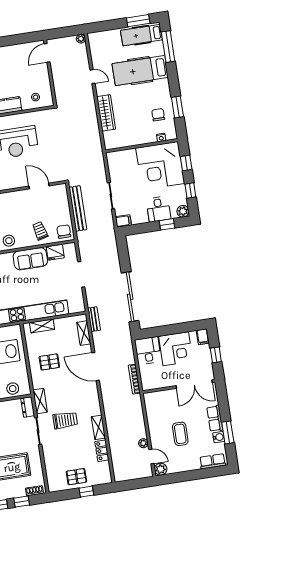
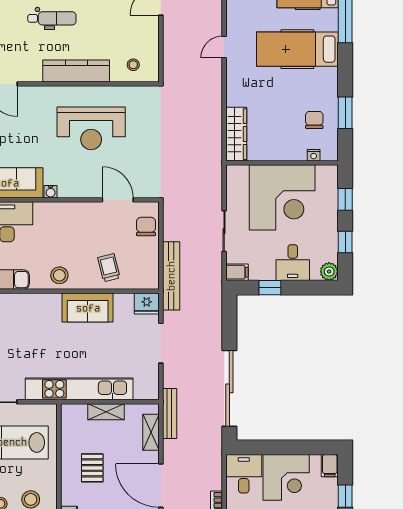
door: (92, 77) -> (224, 47), swing flipped
wardrobe: (106, 113) -> (236, 134), moved
corner desk: (160, 166) -> (282, 197), moved, turned -90
bench: (78, 208) -> (171, 276), moved
window: (167, 224) -> (270, 288), moved
chair: (64, 232) -> (146, 227), moved
fridge: (55, 252) -> (147, 304), moved
bench: (94, 319) -> (170, 414), width x1.36
shelving: (42, 326) -> (106, 412), moved
pallet: (49, 362) -> (92, 468), turned 90

